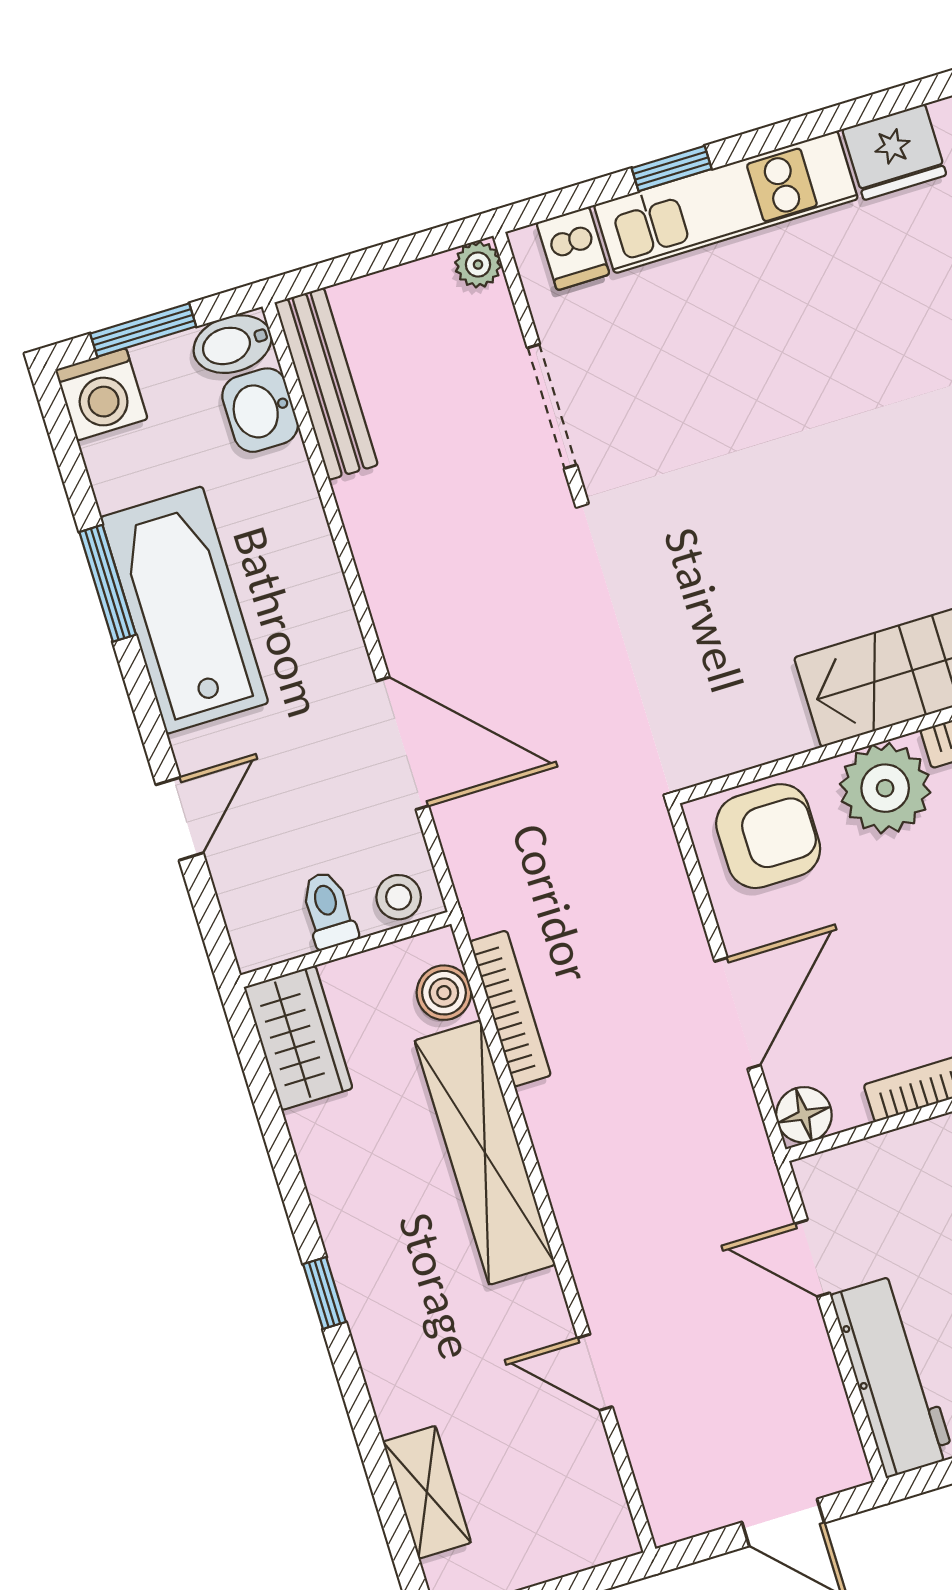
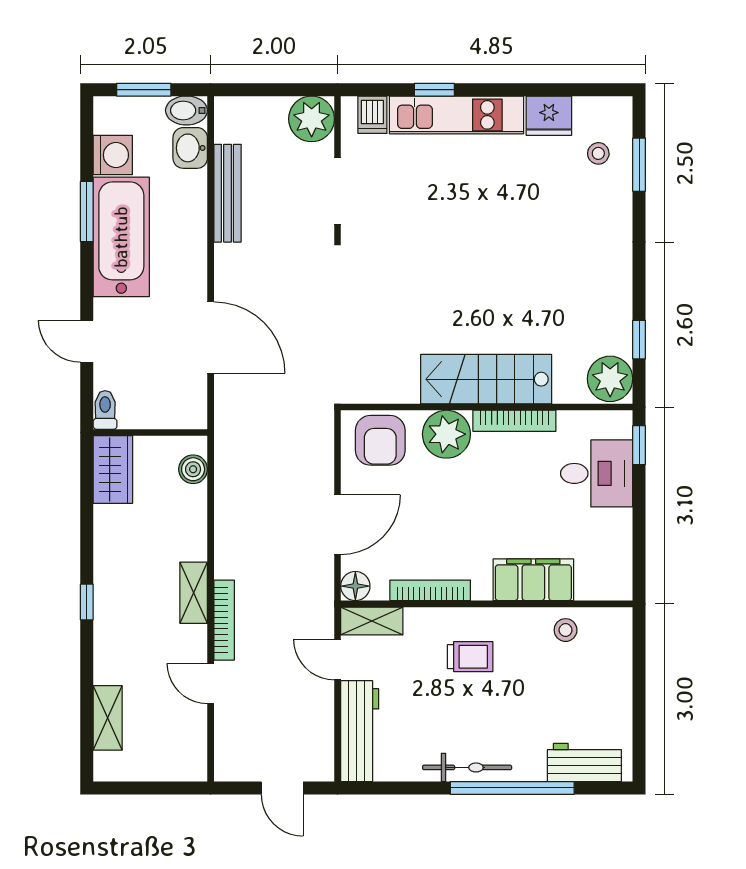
plant: (478, 265) -> (312, 119), width x1.88, depth x1.88
bench: (326, 384) -> (227, 193), moved
washing machine: (101, 394) -> (113, 155), moved, turned -90
door: (180, 819) -> (87, 341), swing flipped
armchair: (768, 836) -> (380, 440), turned 90
stool: (399, 897) -> (185, 414), removed
toilet: (328, 910) -> (105, 410), moved
bookcase: (510, 1009) -> (224, 620), moved
shelving: (485, 1153) -> (194, 593), width x0.45, depth x0.75
shelving: (853, 1169) -> (372, 621), added

